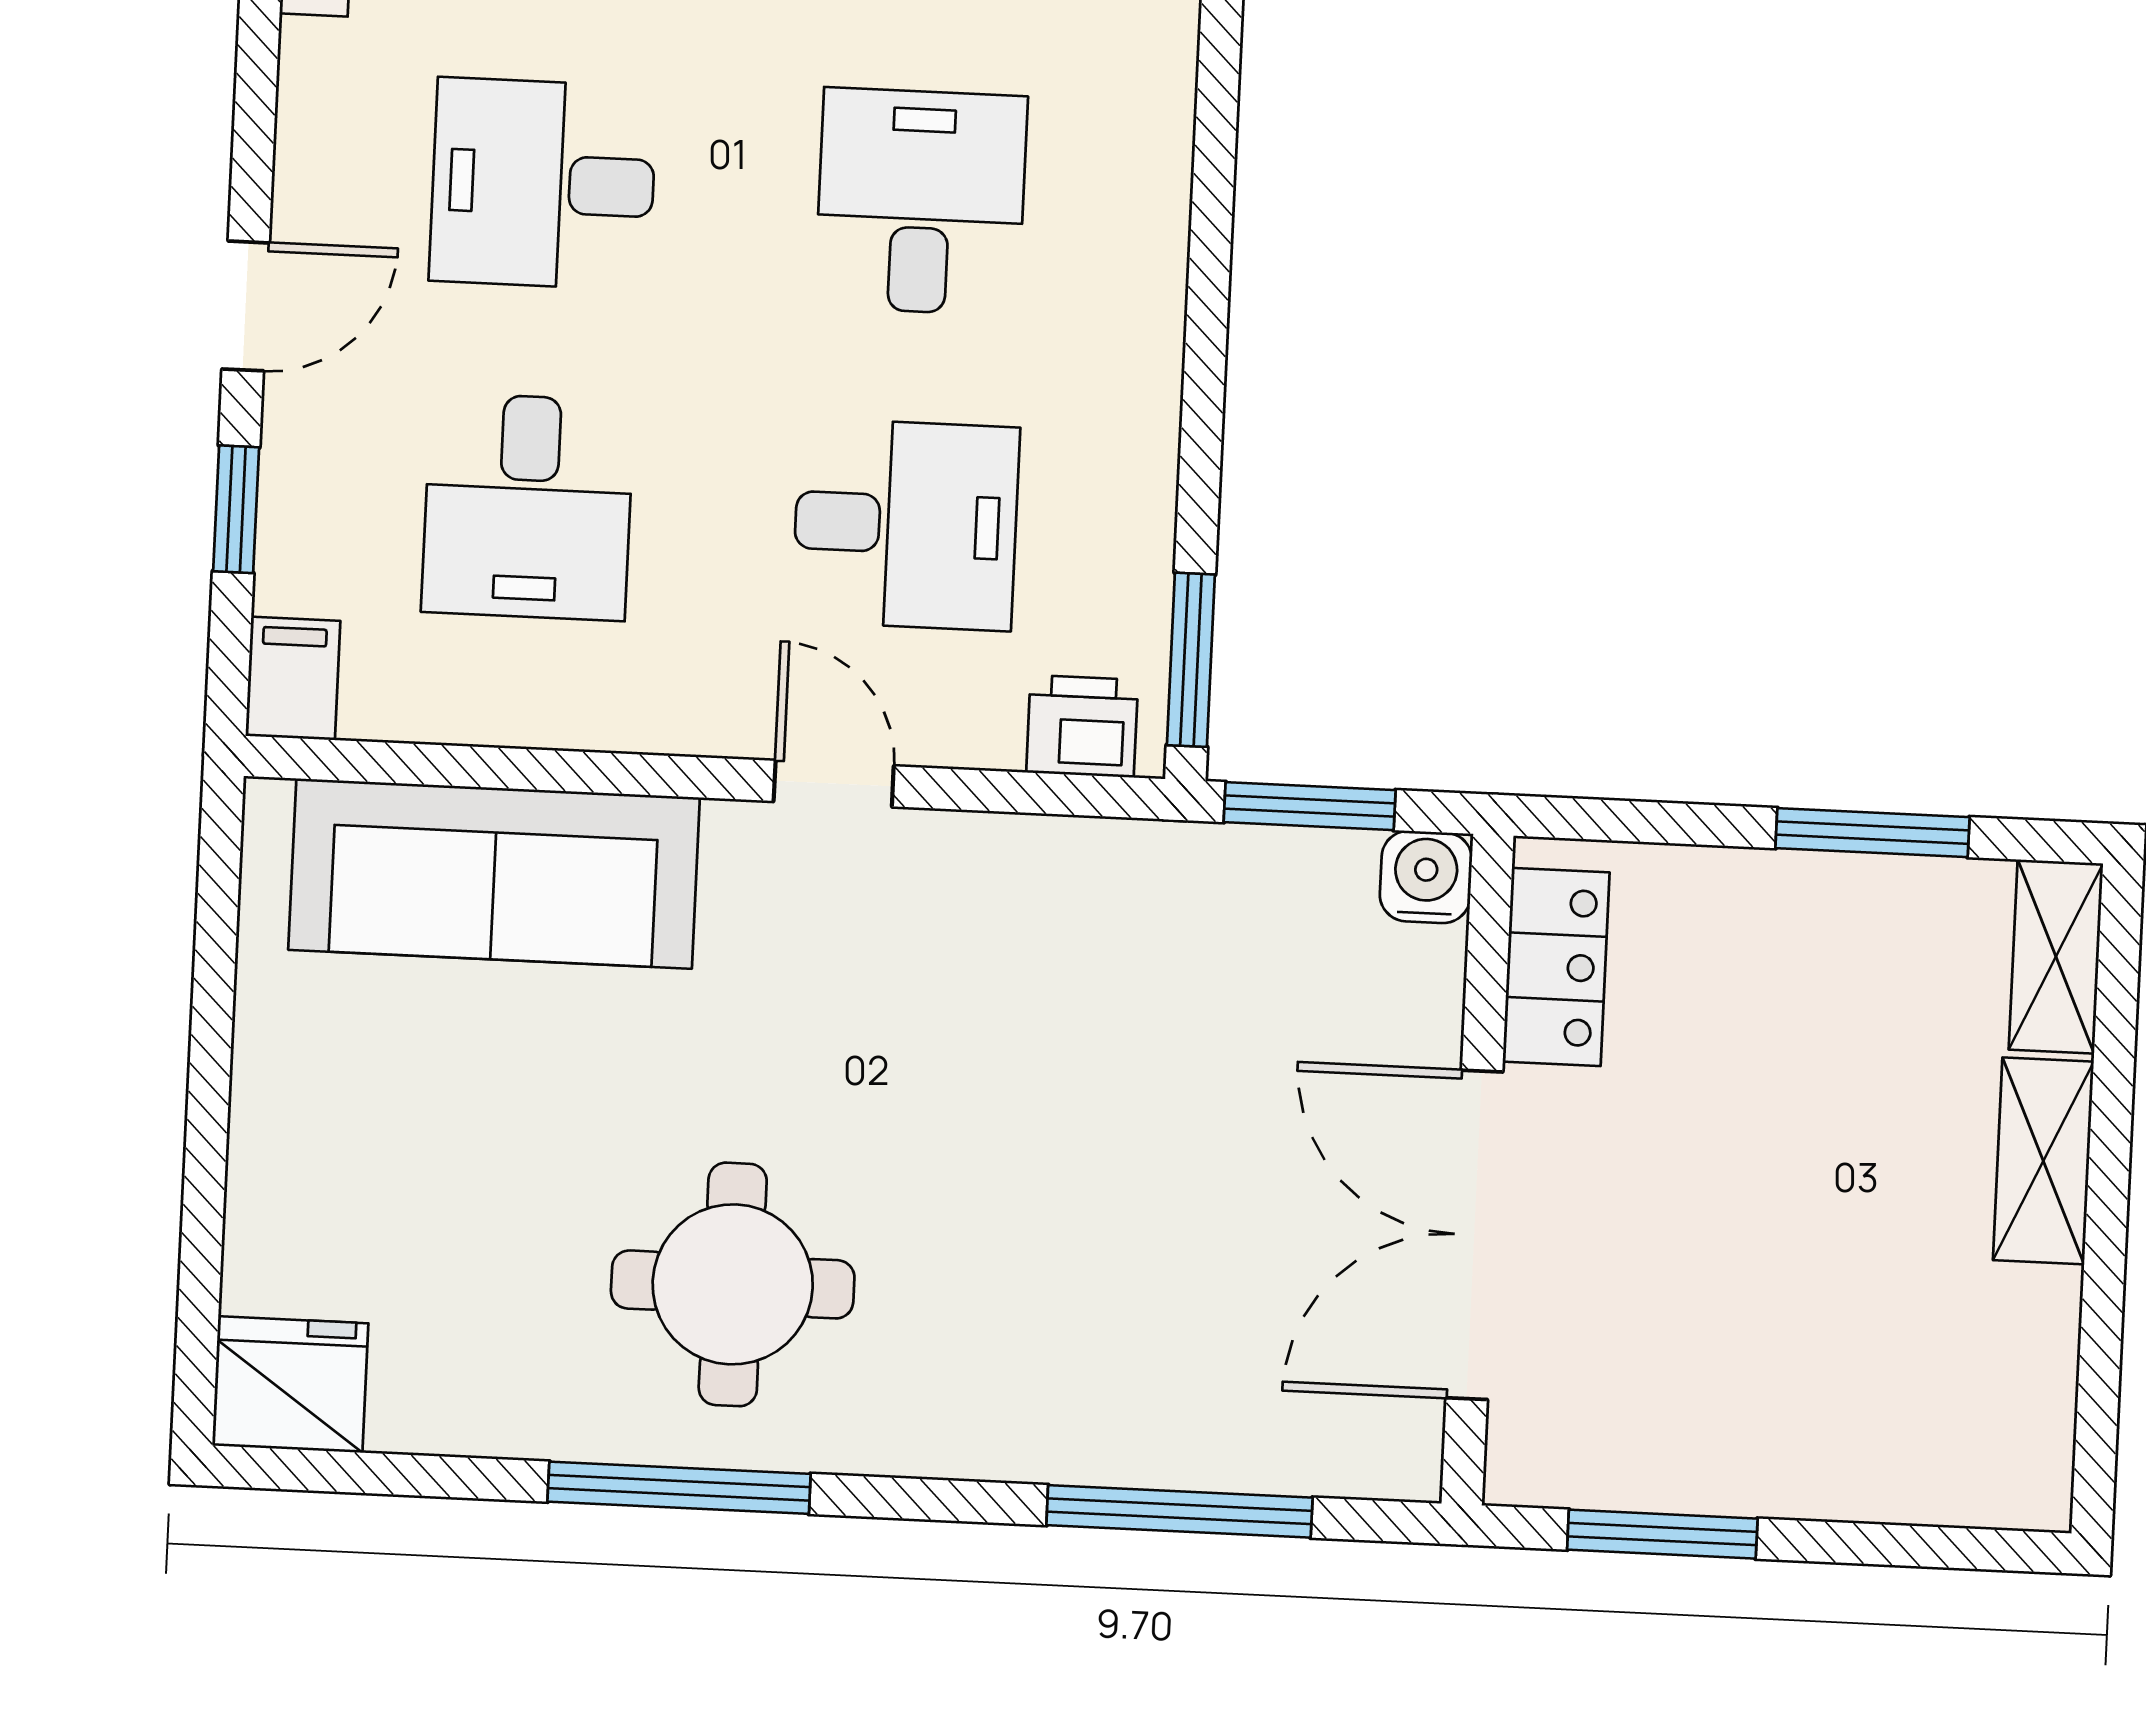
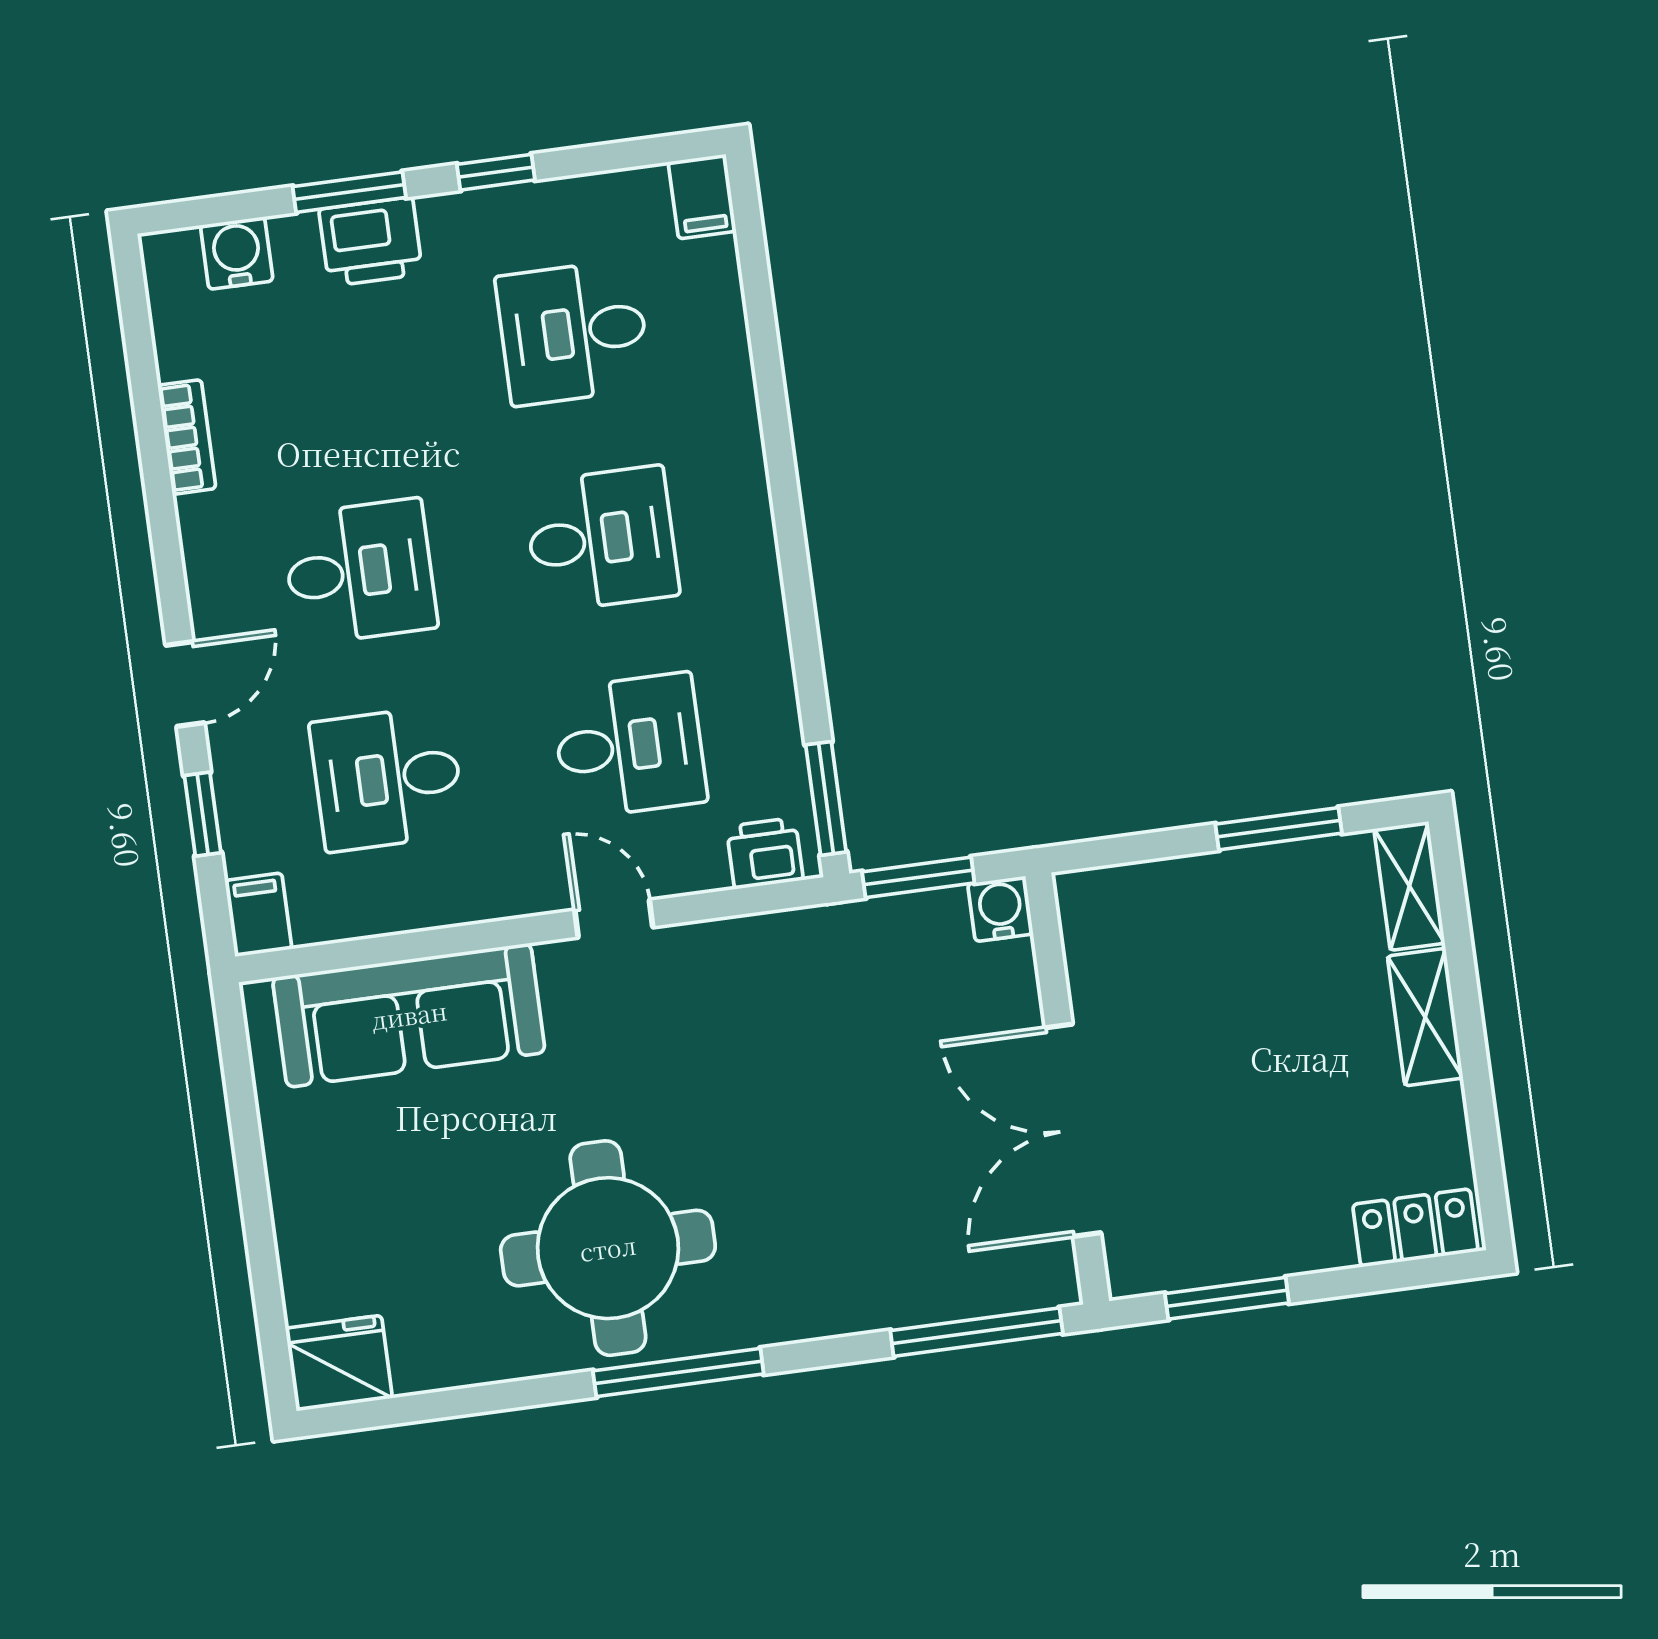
desk: (543, 184) -> (360, 572), turned 180
desk: (921, 202) -> (601, 539), turned 90
desk: (528, 507) -> (387, 778), turned 90
locker: (1556, 967) -> (1415, 1228), moved, turned -90
round table: (733, 1284) -> (608, 1248), width x1.36, depth x1.36
window: (679, 1488) -> (678, 1372), moved
window: (1179, 1511) -> (977, 1332), moved

